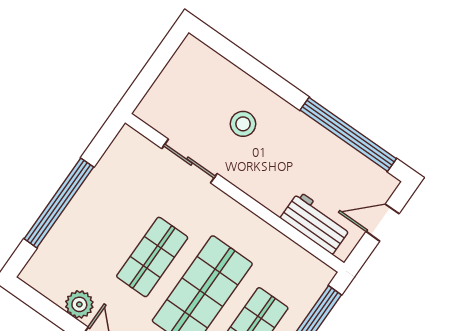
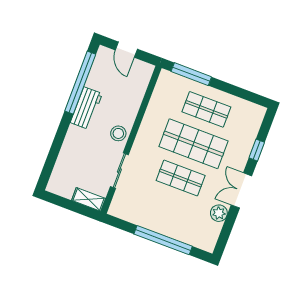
shelving: (156, 99) -> (89, 199), added
stool: (243, 124) -> (118, 133), moved
workbench: (316, 223) -> (86, 108), moved, turned 180

